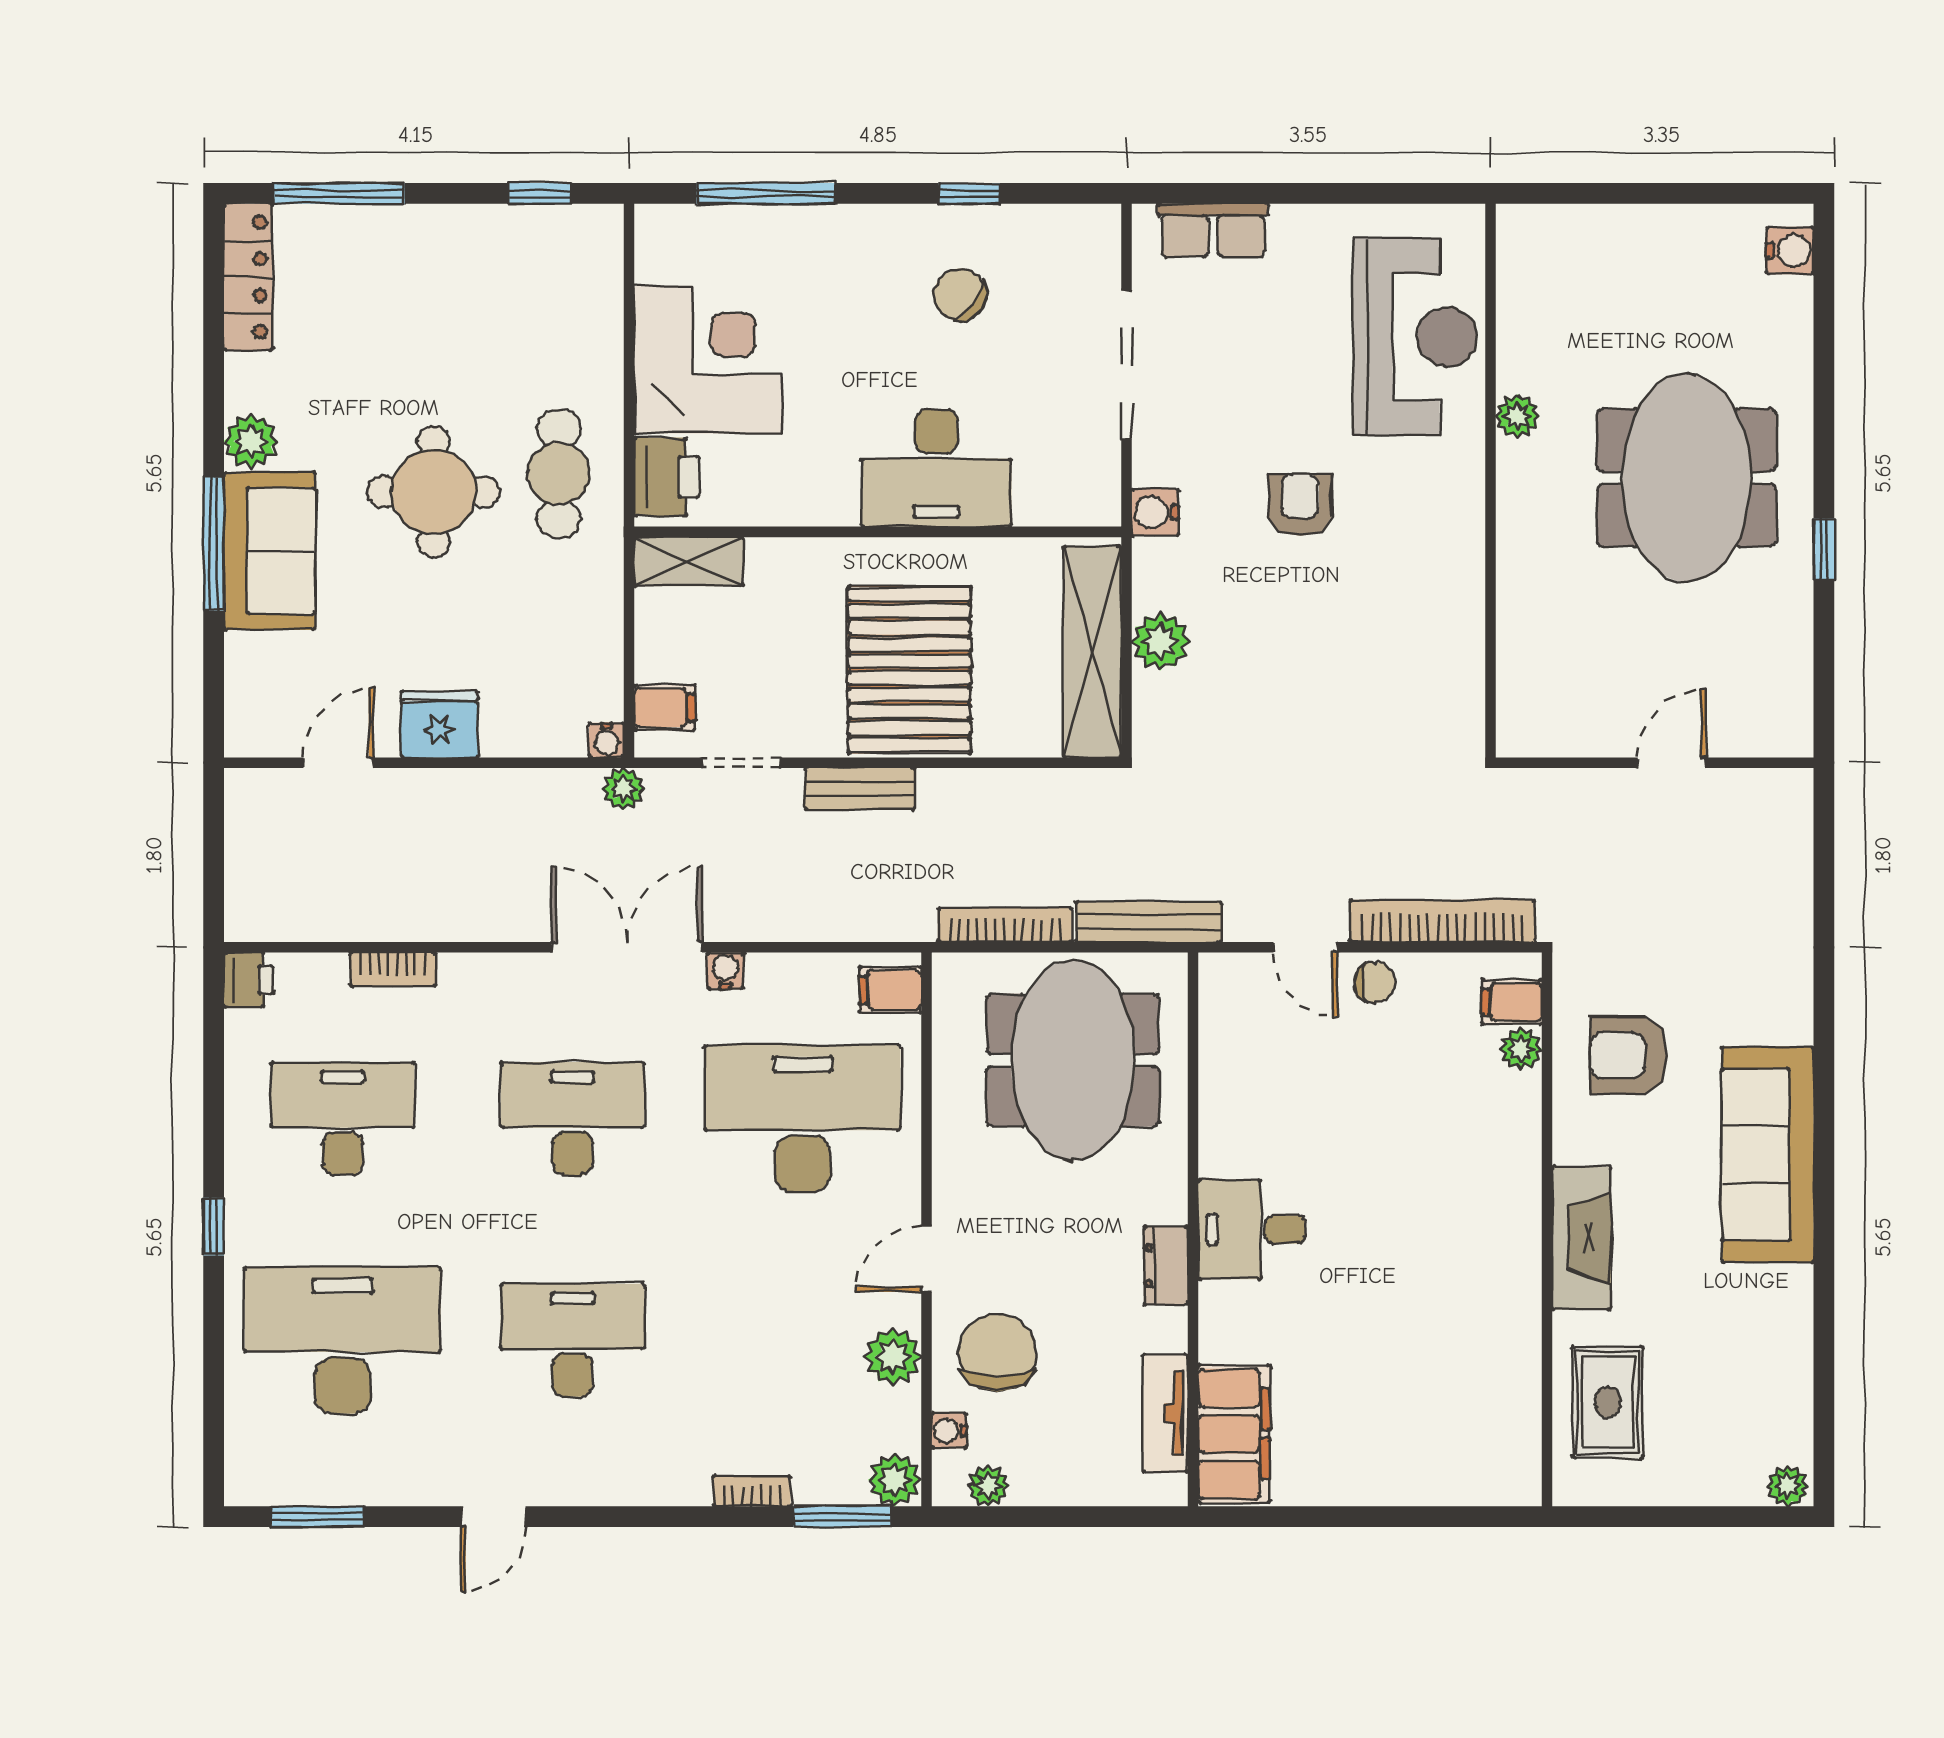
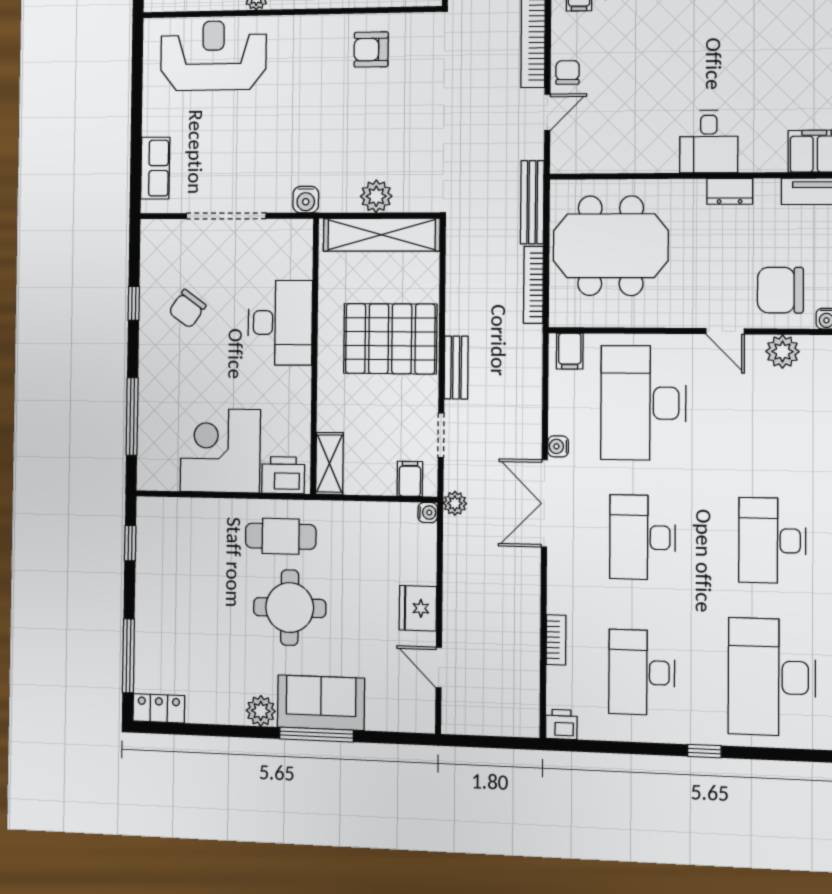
locker: (248, 277) -> (159, 708), width x0.66
armchair: (1300, 505) -> (371, 50), moved

